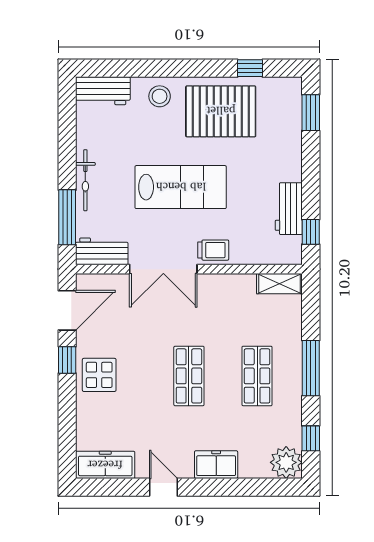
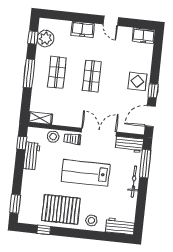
stool: (251, 251) -> (53, 137), added
plant: (286, 462) -> (45, 38), moved
freezer: (105, 465) -> (144, 36), width x0.71

